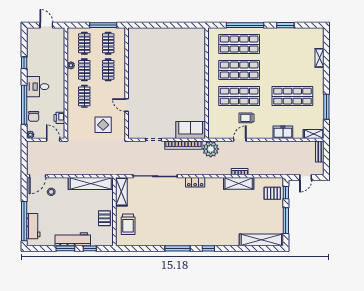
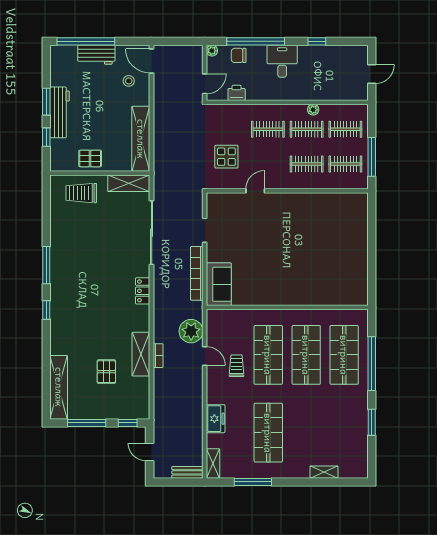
plant: (211, 149) -> (191, 331), moved
pallet: (272, 193) -> (106, 372), moved
workbench: (33, 226) -> (96, 55), moved

